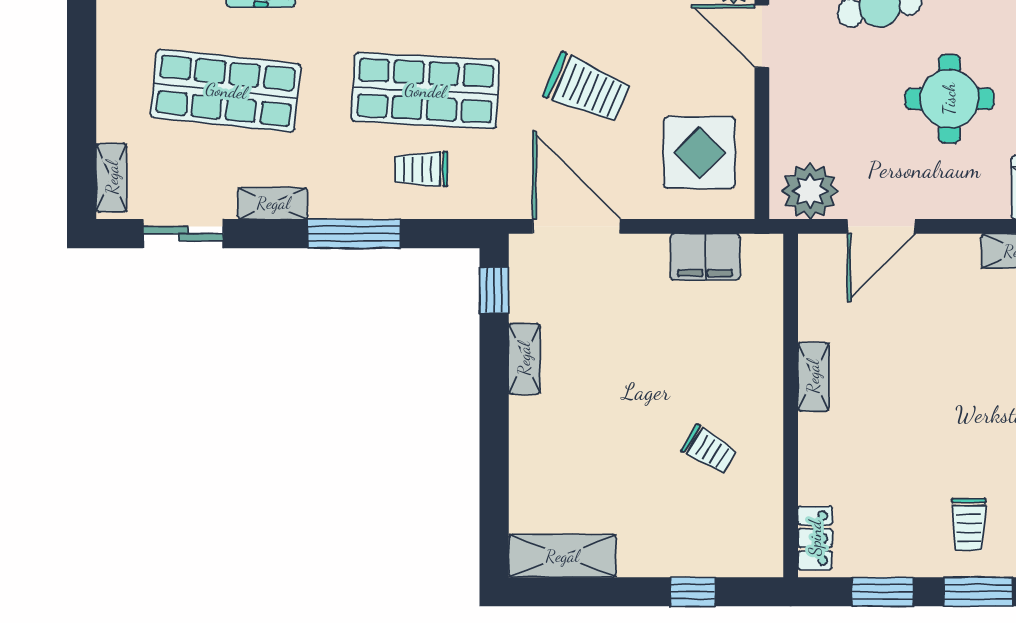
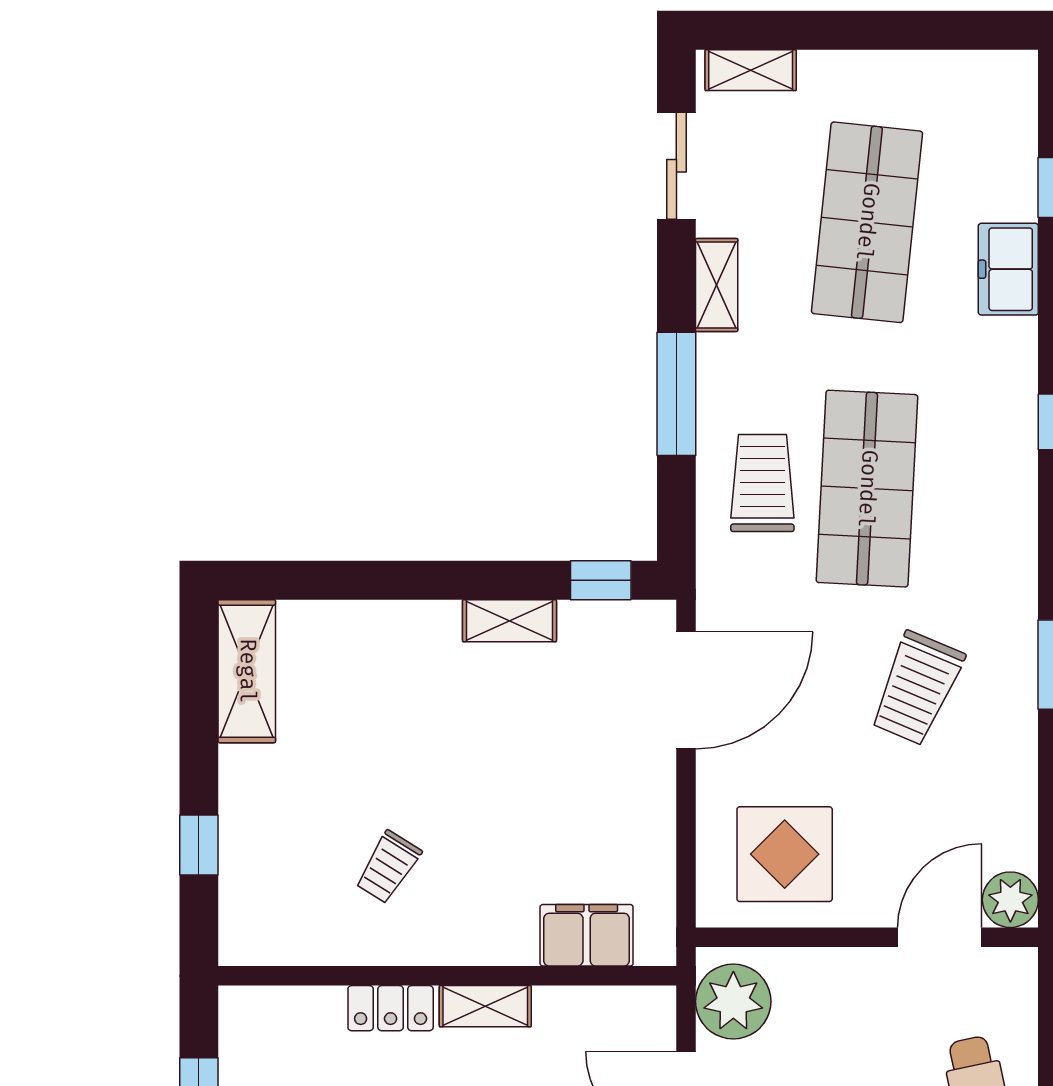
trolley: (587, 88) -> (917, 688), moved
trolley: (421, 169) -> (762, 483), width x1.36, depth x1.39
filing cabinet: (705, 257) -> (587, 935), moved, turned 90
locker: (815, 538) -> (391, 1008), moved

